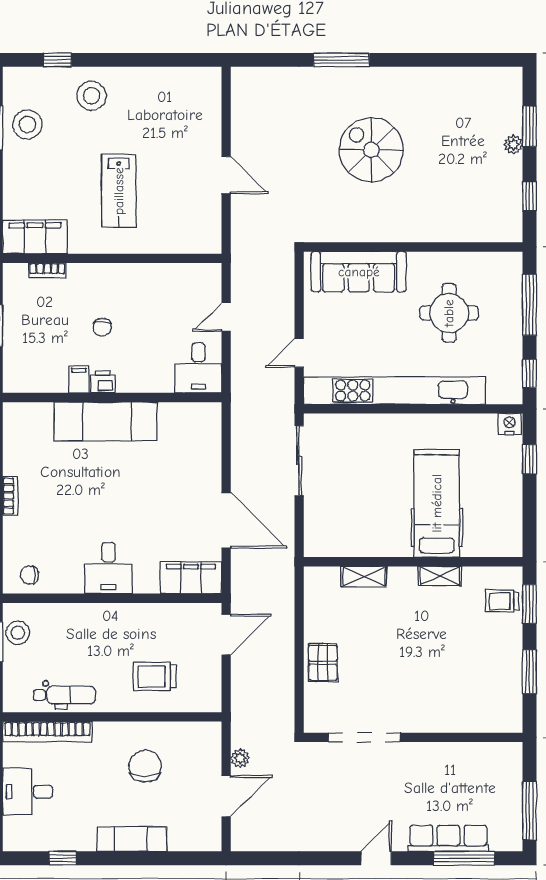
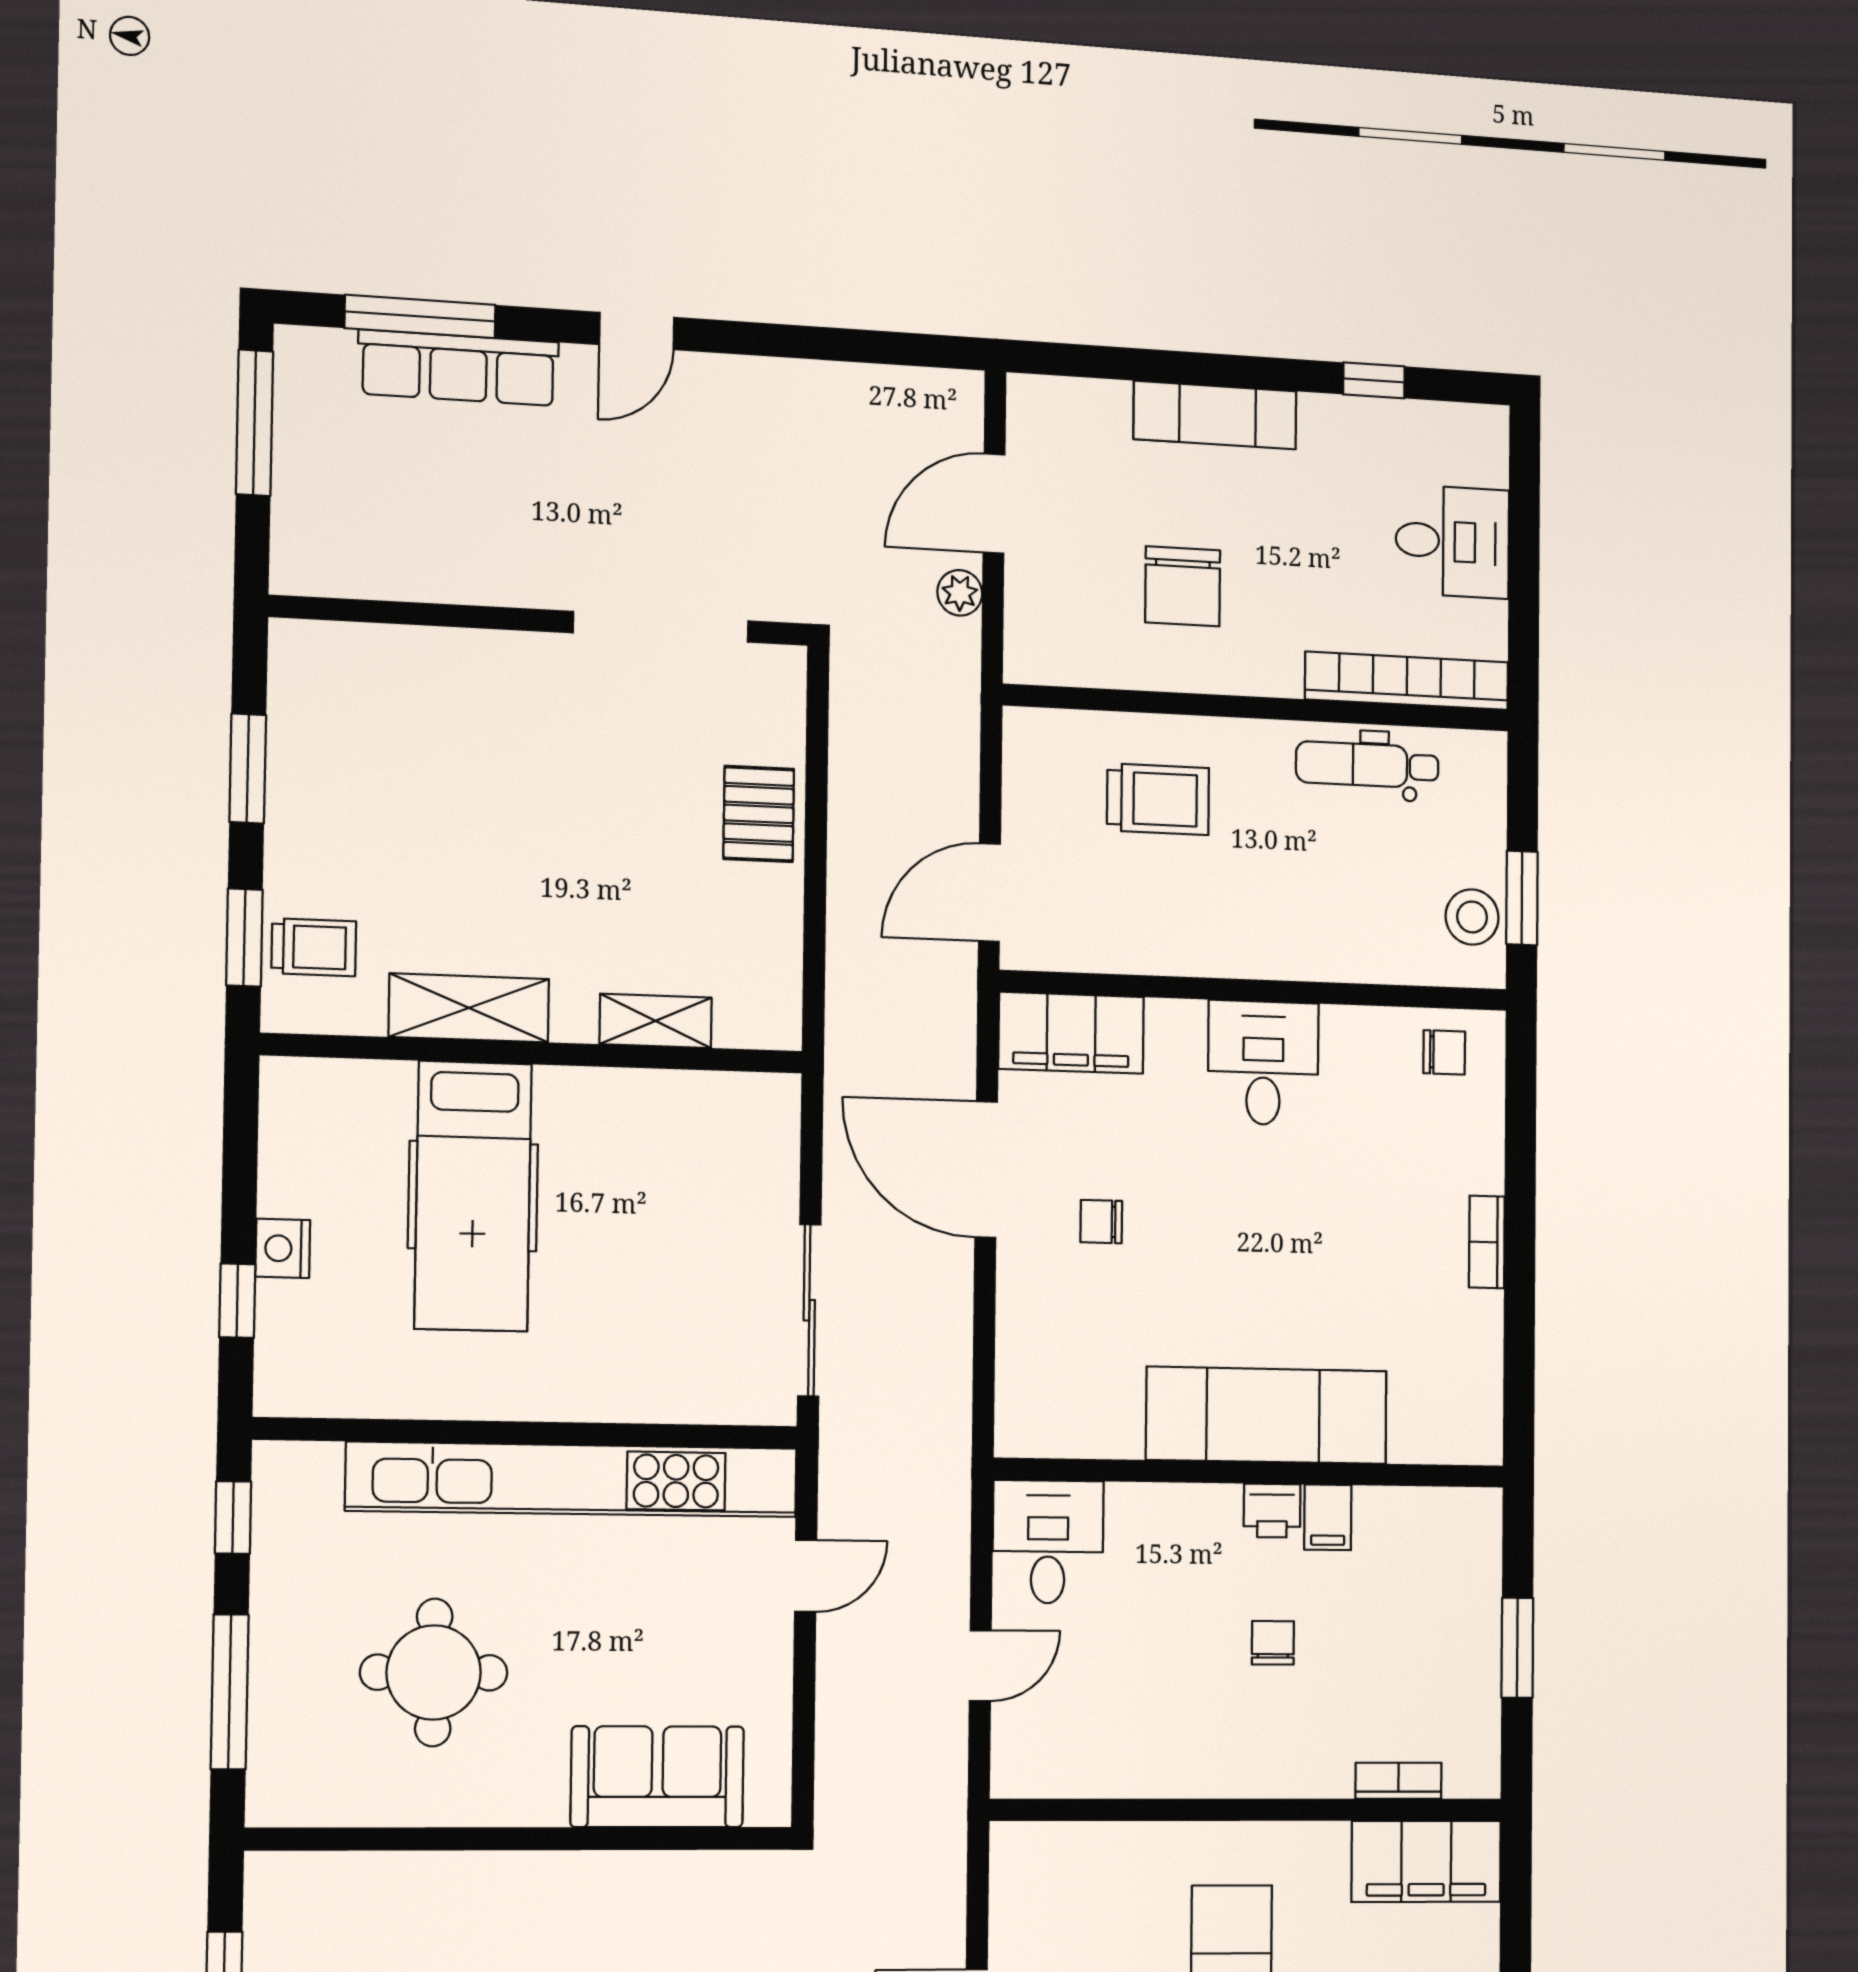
sofa: (359, 272) -> (657, 1777), width x0.73
nightstand: (510, 424) -> (283, 1248), moved, turned 90
chair: (177, 500) -> (1101, 1222), added
shelving: (440, 576) -> (469, 1008), width x1.50, depth x1.33

